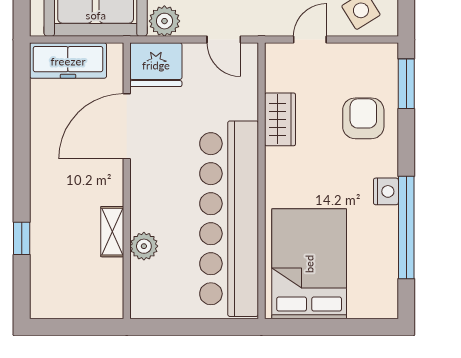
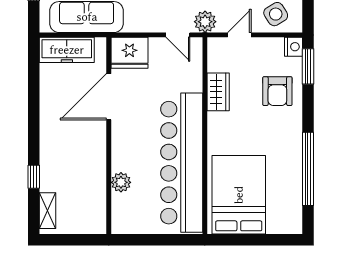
plant: (164, 21) -> (205, 22), moved
armchair: (363, 118) -> (277, 91), turned 180
nightstand: (386, 191) -> (294, 47), moved
shelving: (112, 232) -> (48, 211), moved

